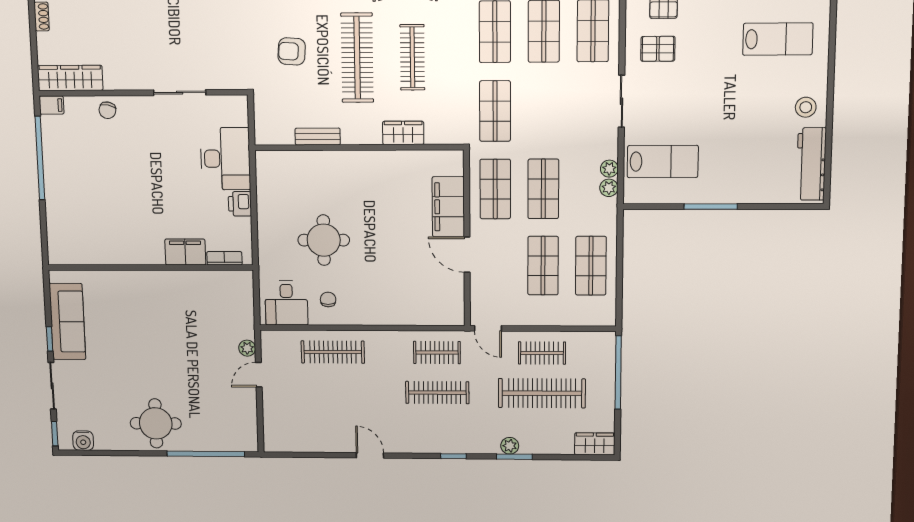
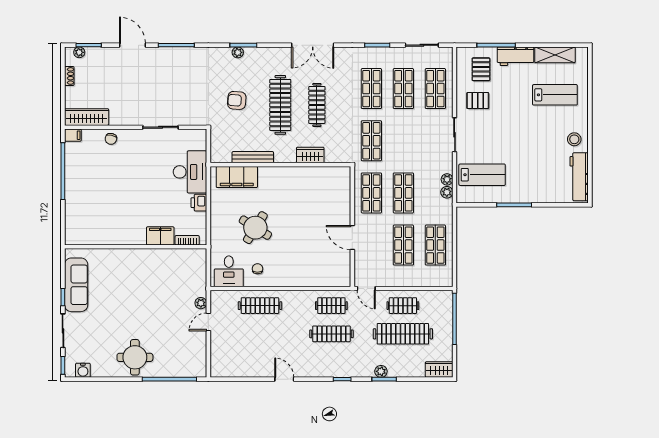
bench: (318, 137) -> (253, 157), width x1.36
filing cabinet: (448, 207) -> (237, 177), moved, turned -90
round table: (324, 240) -> (255, 228), turned 32

